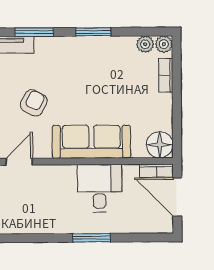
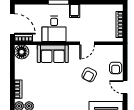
sofa: (91, 142) -> (53, 54), width x0.73
door: (19, 162) -> (87, 43), moved
filing cabinet: (62, 222) -> (75, 11), added

